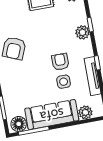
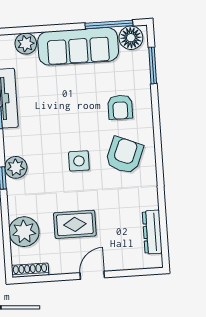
armchair: (60, 62) -> (120, 107), moved
side table: (64, 82) -> (79, 161), moved

